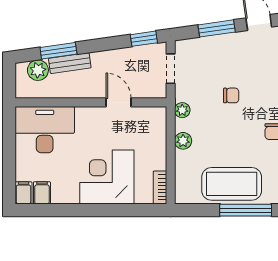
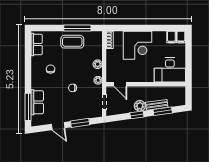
window: (144, 39) -> (137, 115), moved
plant: (38, 70) -> (140, 106), moved
door: (119, 102) -> (120, 84), moved
coffee table: (232, 184) -> (72, 42), width x0.73, depth x0.76
window: (246, 210) -> (77, 28), moved

